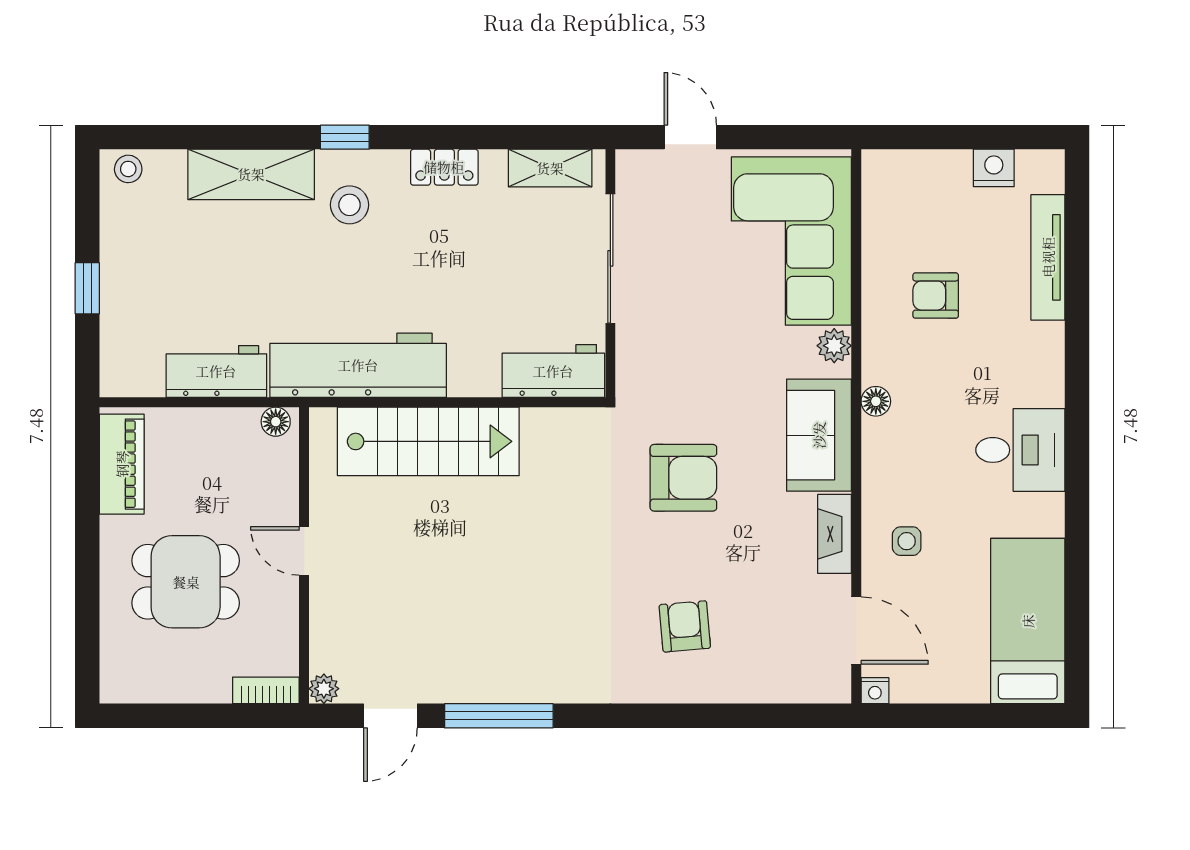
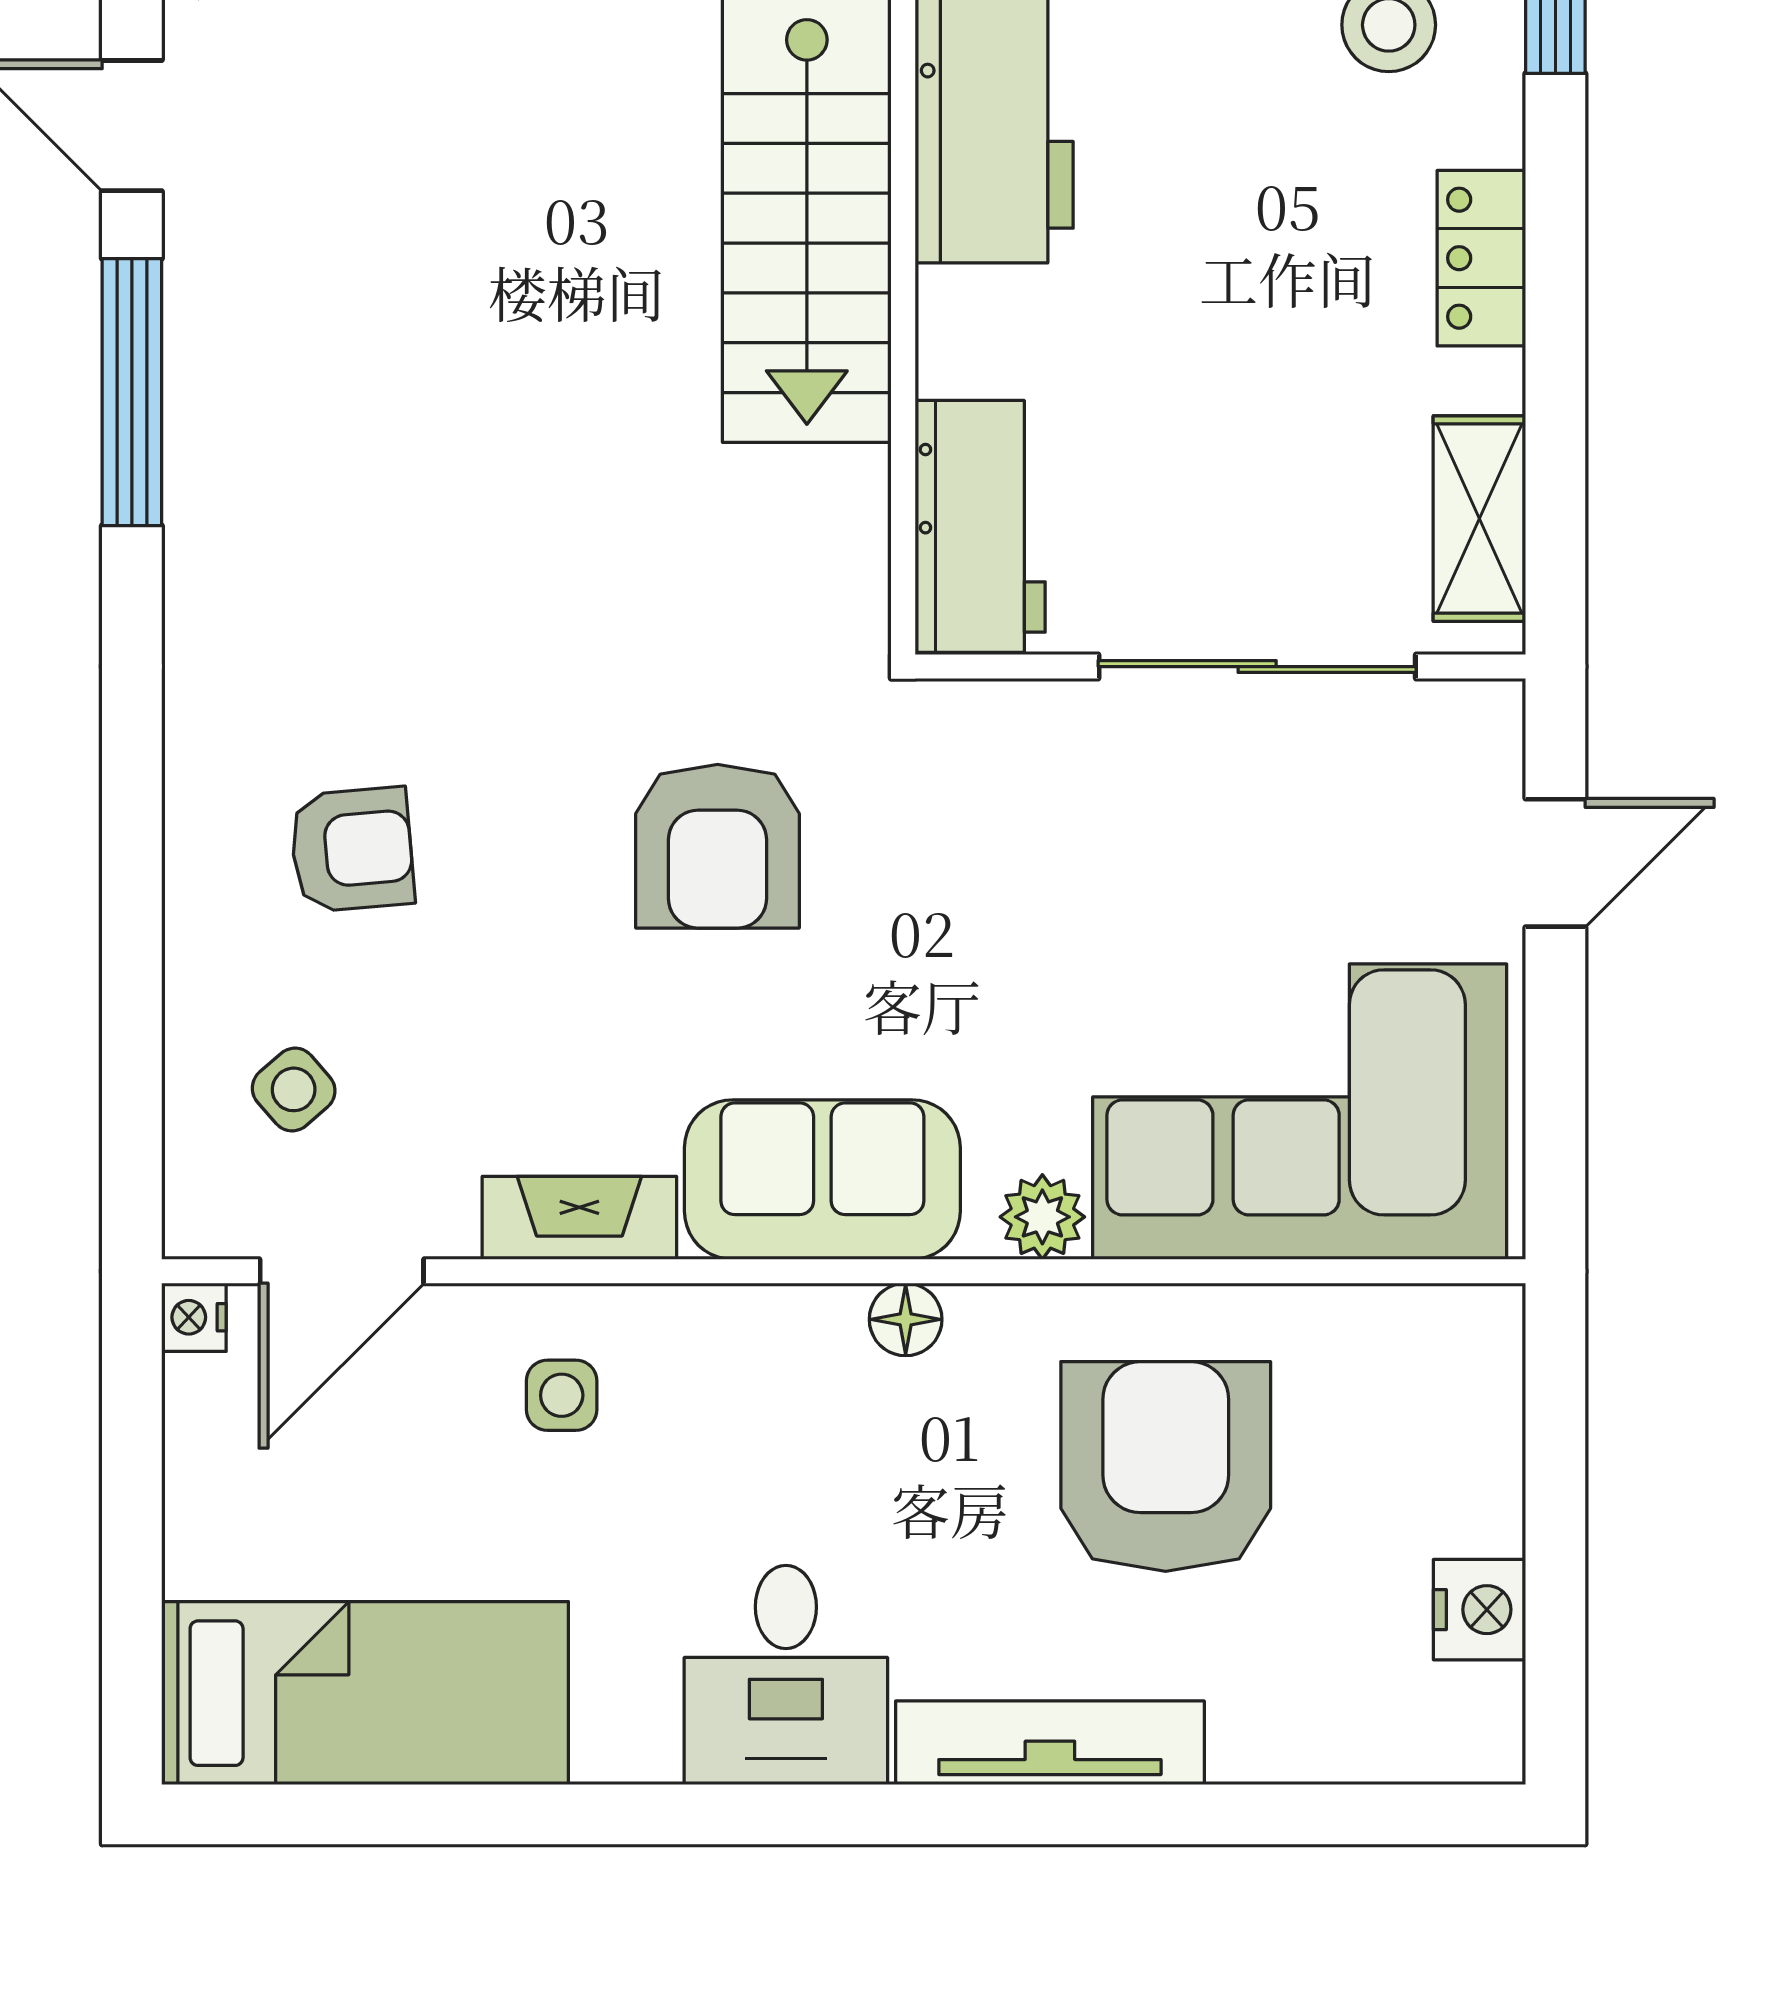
tv unit: (1048, 257) -> (1050, 1743), moved
armchair: (936, 296) -> (1166, 1466), width x1.88, depth x1.88
side table: (782, 650) -> (294, 1089), added

